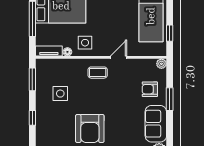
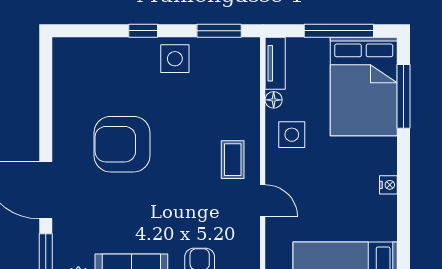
side table: (60, 94) -> (175, 59), moved

